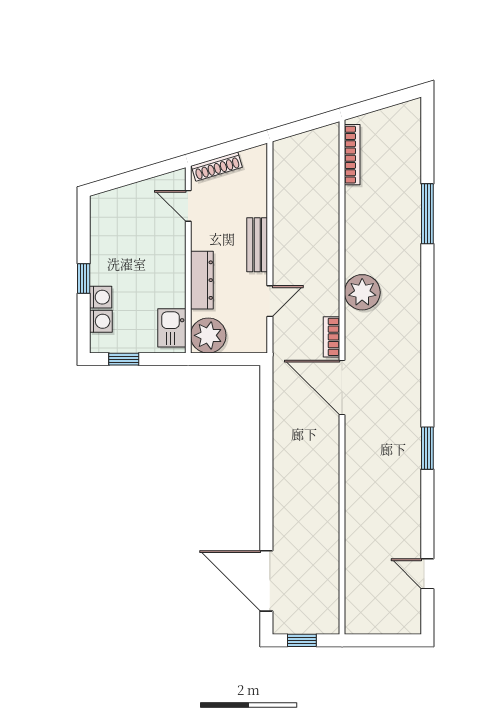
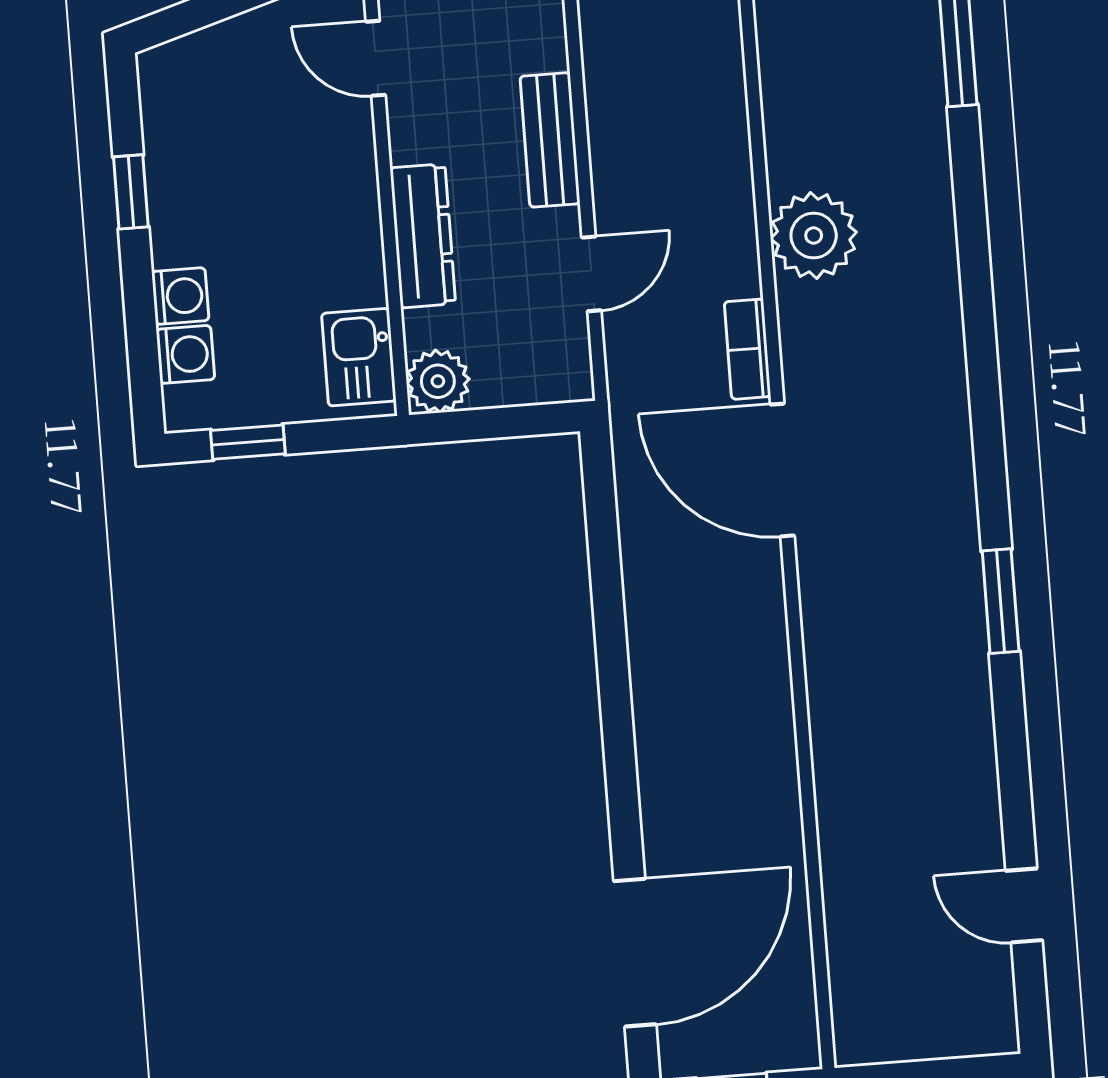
window: (84, 278) -> (131, 192), moved
plant: (208, 335) -> (438, 381), width x0.73, depth x0.73
door: (266, 581) -> (635, 953), swing flipped

